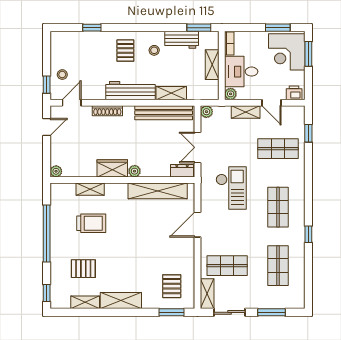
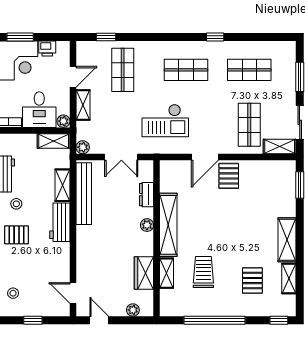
shelving: (212, 65) -> (54, 141), moved
stool: (62, 75) -> (13, 293), moved
window: (47, 85) -> (33, 320), moved
workbench: (130, 91) -> (60, 222), width x0.73
printer: (294, 93) -> (47, 48), moved, turned -90
shoe rack: (107, 111) -> (82, 254), removed
wardrobe: (112, 168) -> (144, 273), moved
plant: (56, 171) -> (133, 310), moved
dresser: (182, 171) -> (147, 195), moved
checkout: (231, 188) -> (165, 121), turned 180
shelving: (158, 191) -> (168, 225), moved
door: (198, 225) -> (205, 157), hinge flipped
pallet: (172, 286) -> (229, 176), moved, turned 90

